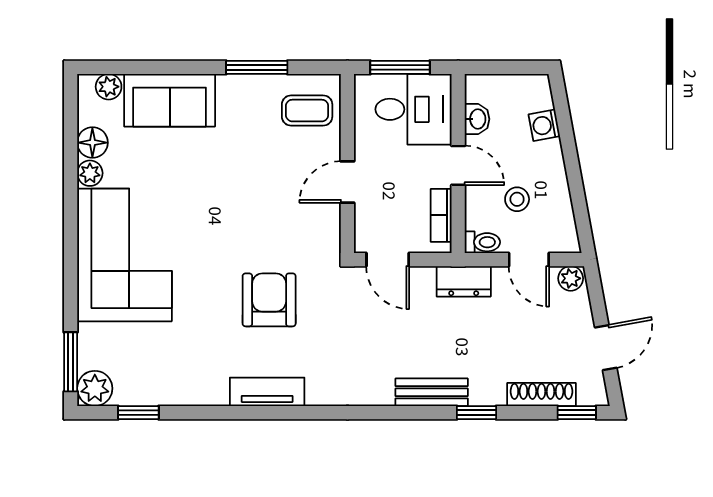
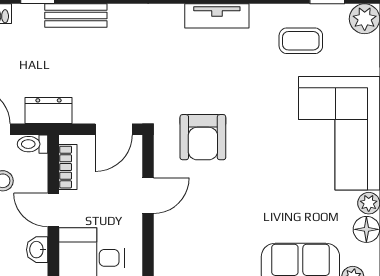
coffee table: (307, 111) -> (301, 41), moved
door: (388, 260) -> (114, 129), swing flipped
armchair: (269, 300) -> (203, 137), moved

